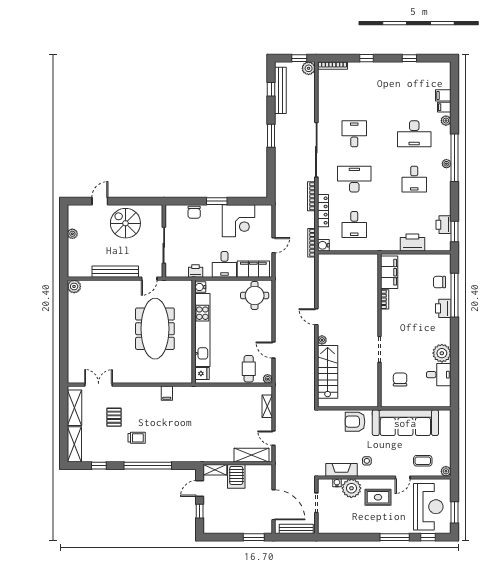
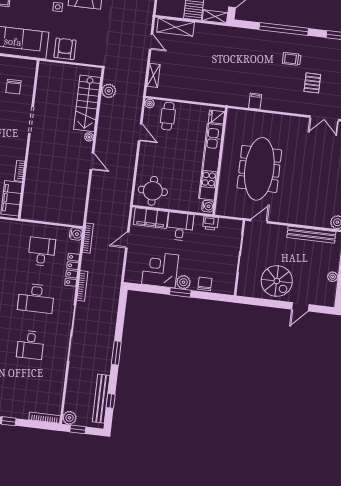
plant: (215, 211) -> (183, 282), added
bench: (115, 272) -> (311, 235), moved
plant: (308, 386) -> (109, 91), added
armchair: (355, 422) -> (65, 49), turned -90

